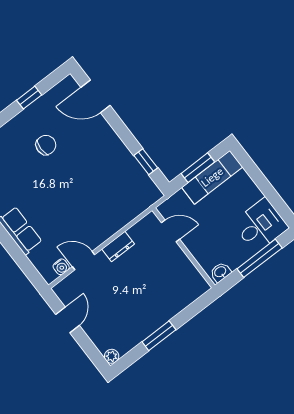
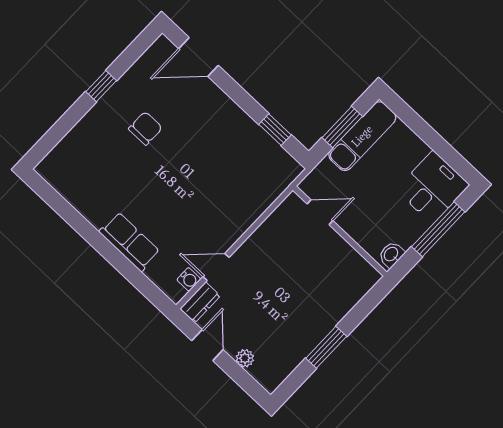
window: (29, 98) -> (101, 86), moved
dresser: (118, 247) -> (200, 302), moved
plant: (112, 356) -> (245, 358), moved

